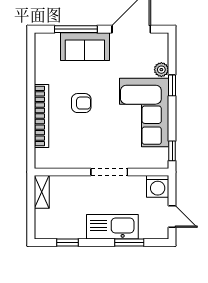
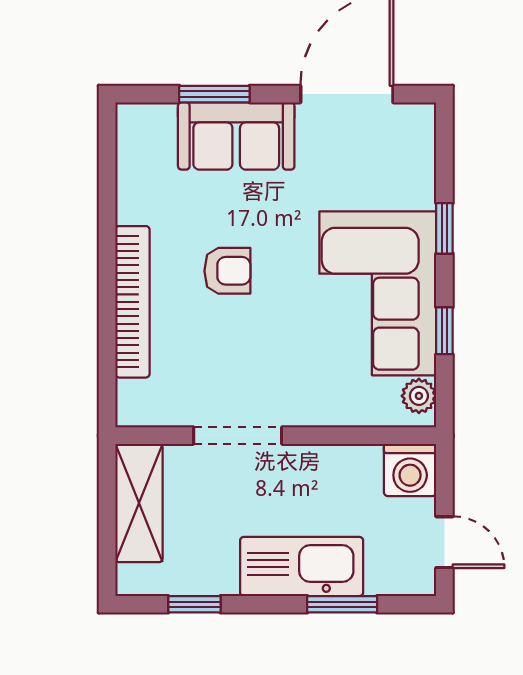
window: (76, 29) -> (214, 94), width x0.69
plant: (161, 70) -> (419, 396), moved
window: (172, 151) -> (444, 331), moved
doorway: (109, 172) -> (238, 436), moved
shelving: (42, 192) -> (139, 503), width x1.50, depth x1.33

